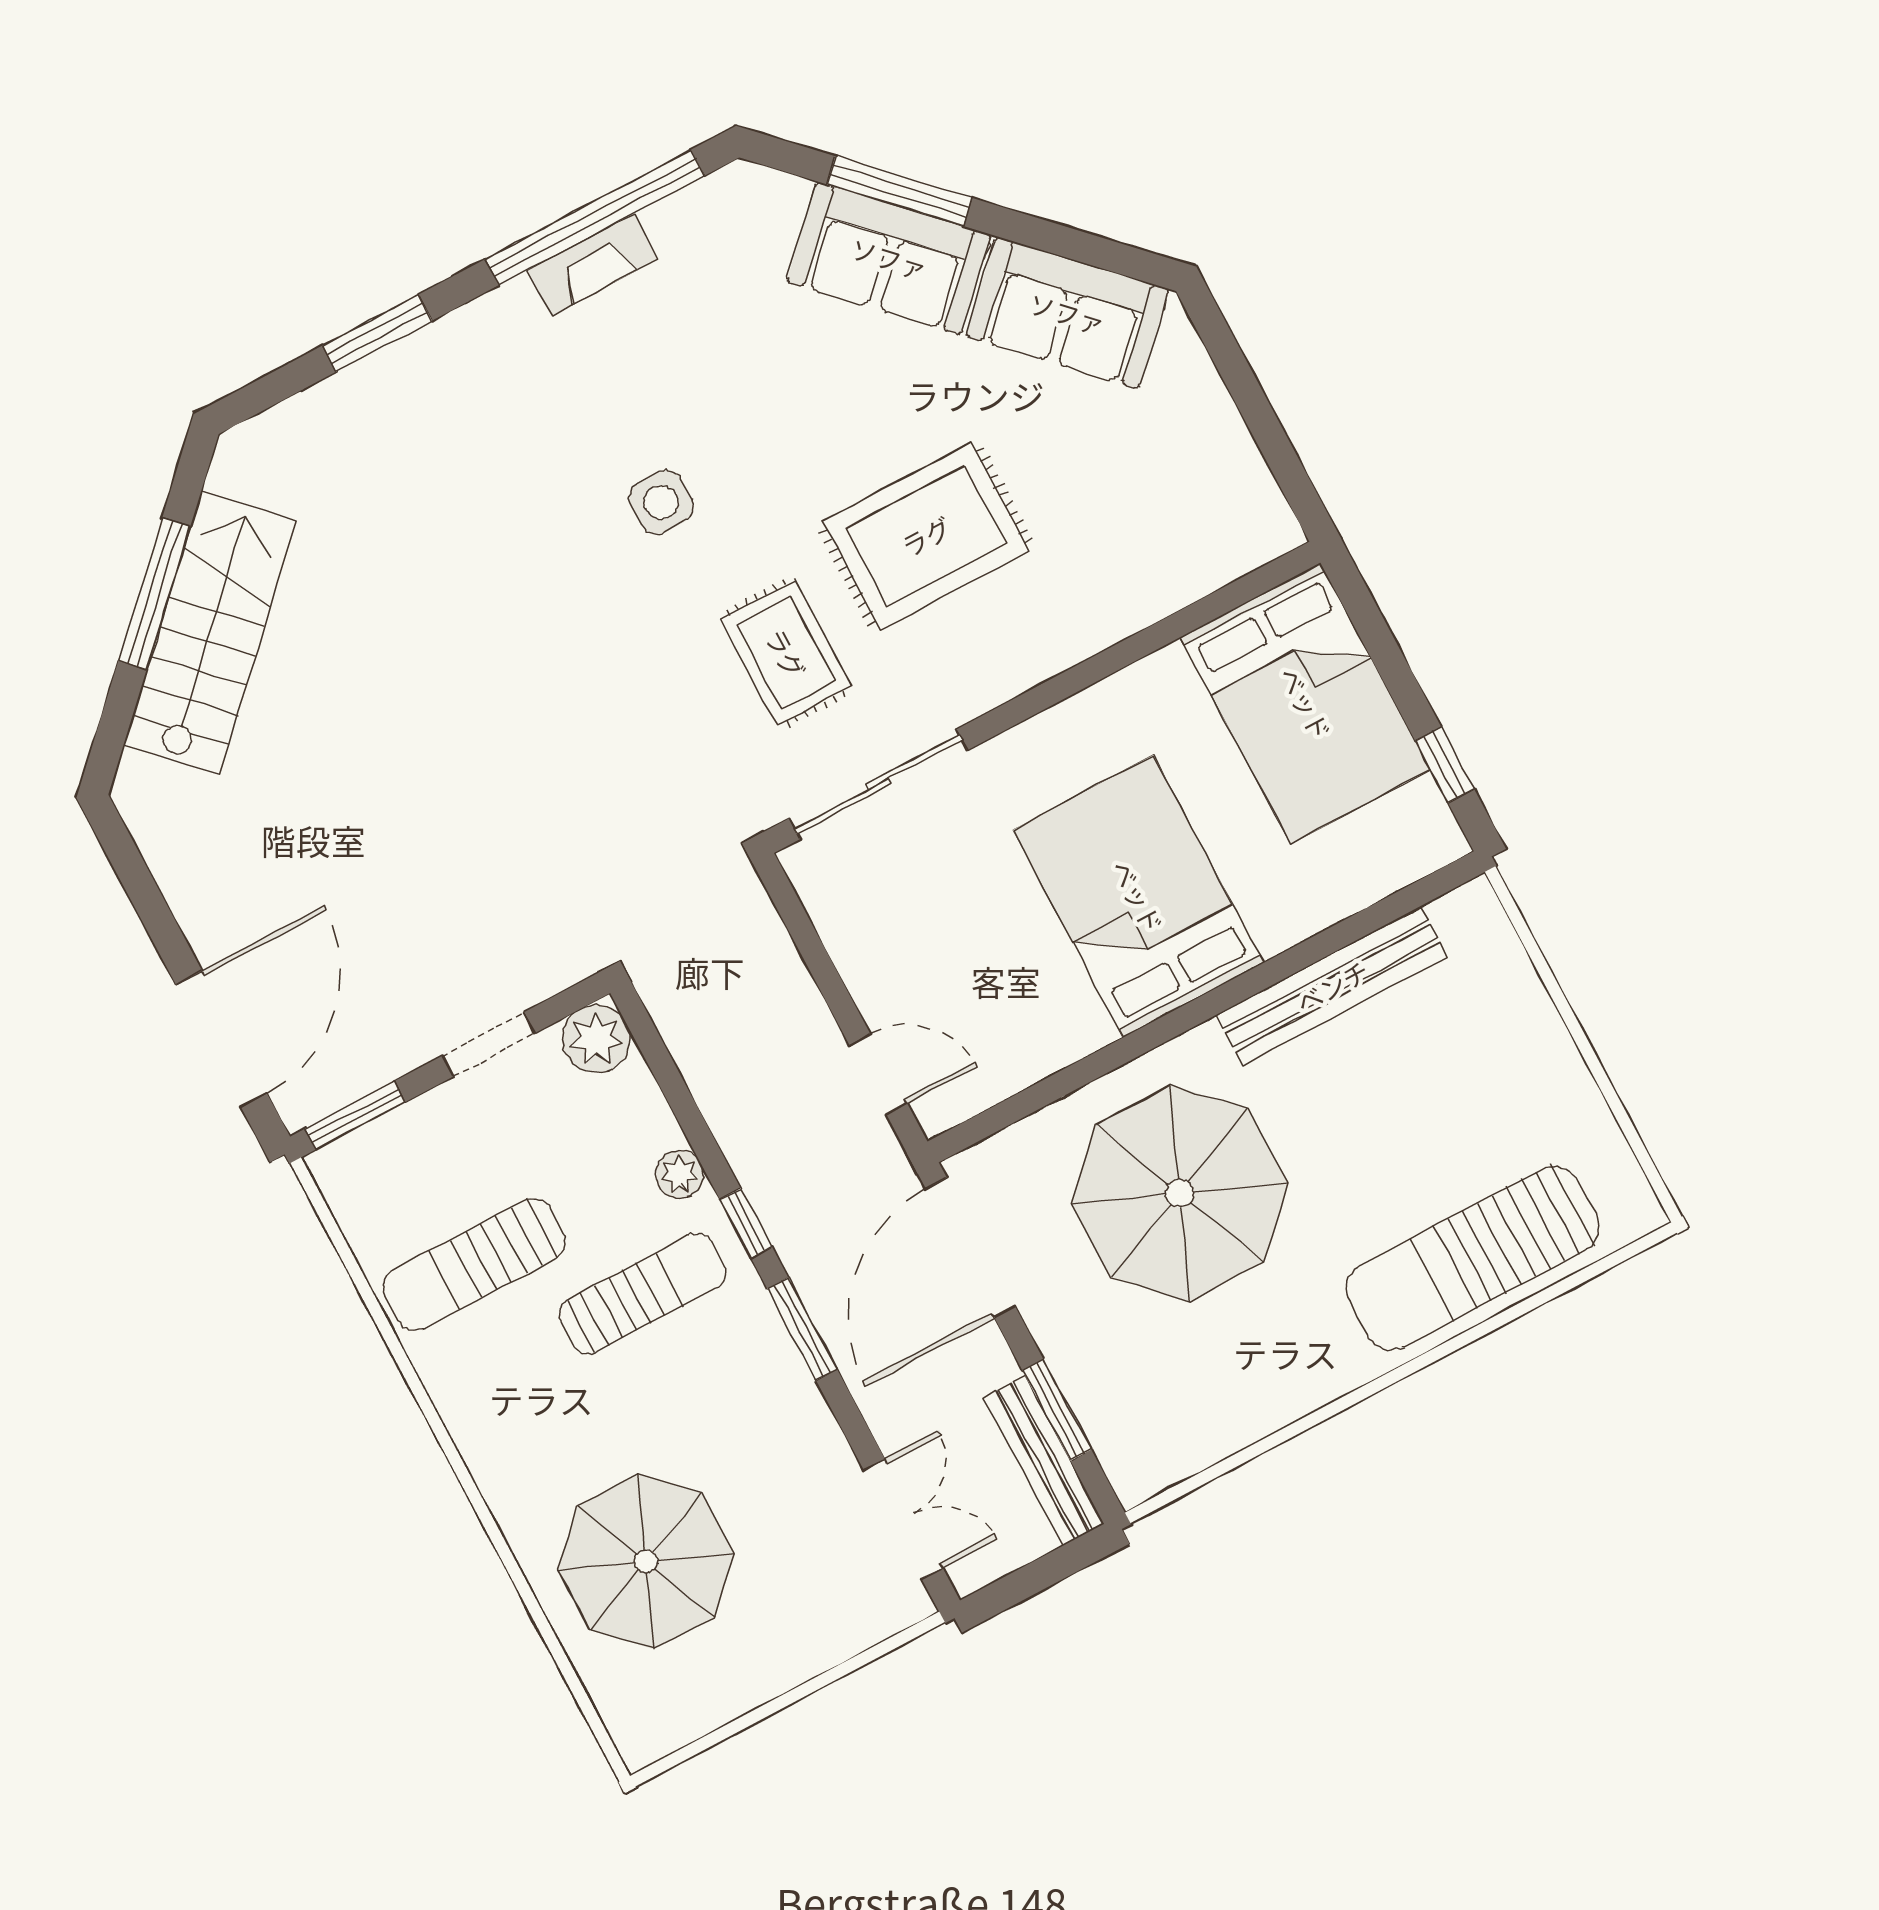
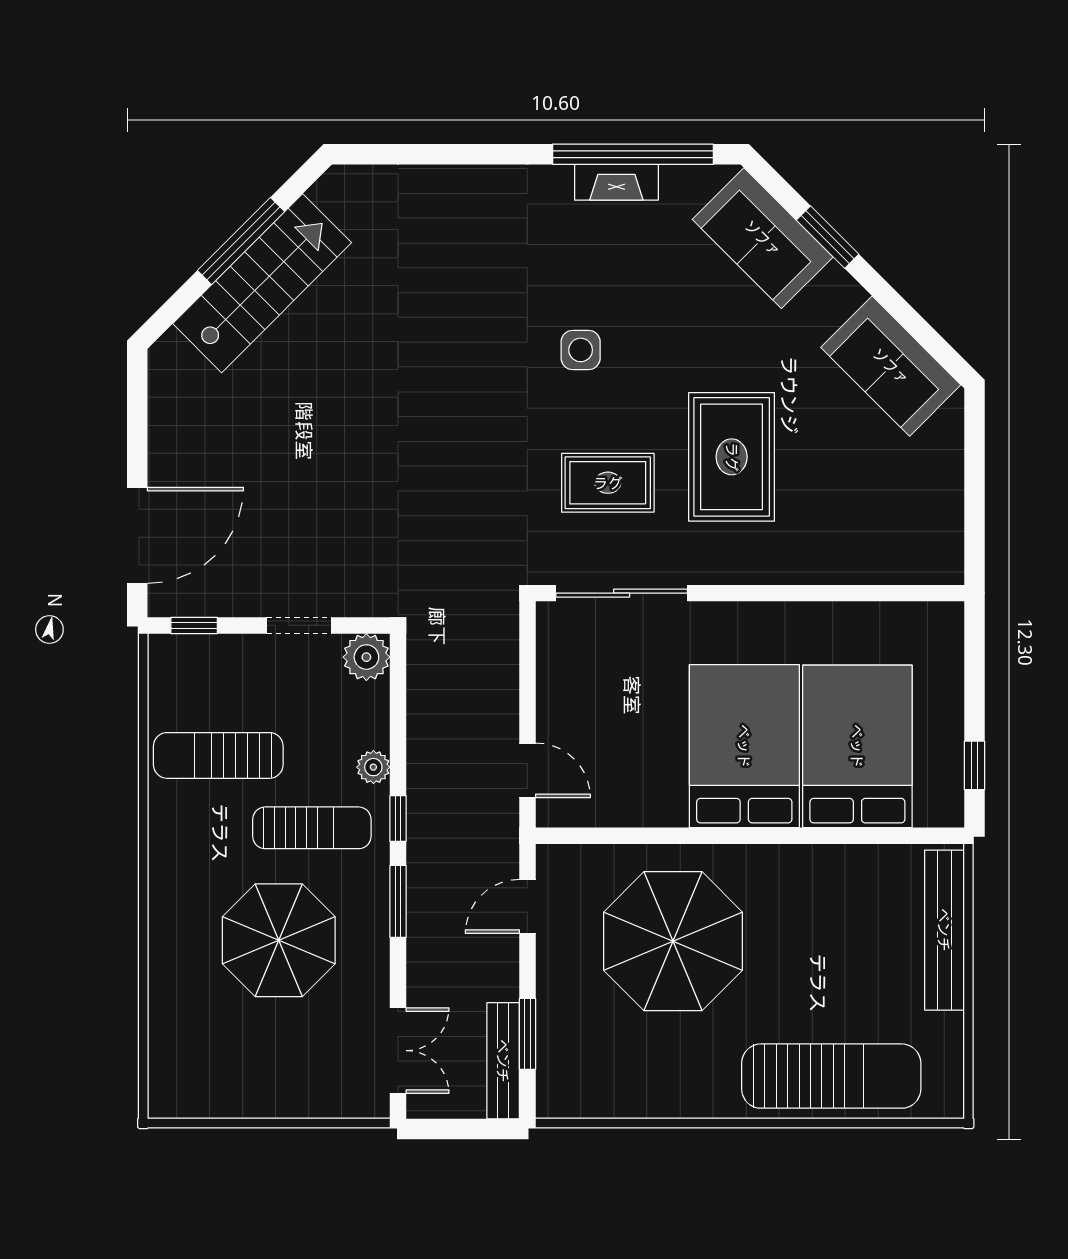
window: (899, 191) -> (828, 237), width x0.69
sofa: (889, 258) -> (763, 238), moved
window: (377, 333) -> (462, 154), removed
rug: (926, 536) -> (732, 457), turned 90
rug: (786, 653) -> (608, 483), turned 90
bed: (1306, 703) -> (857, 746), moved, turned 180
bench: (1332, 986) -> (944, 930), moved, turned 90
window: (355, 1115) -> (194, 625), width x0.67
door: (971, 1248) -> (527, 906), width x0.53
sun lounger: (1473, 1258) -> (831, 1076), turned 180
parasol: (646, 1561) -> (279, 940), moved

